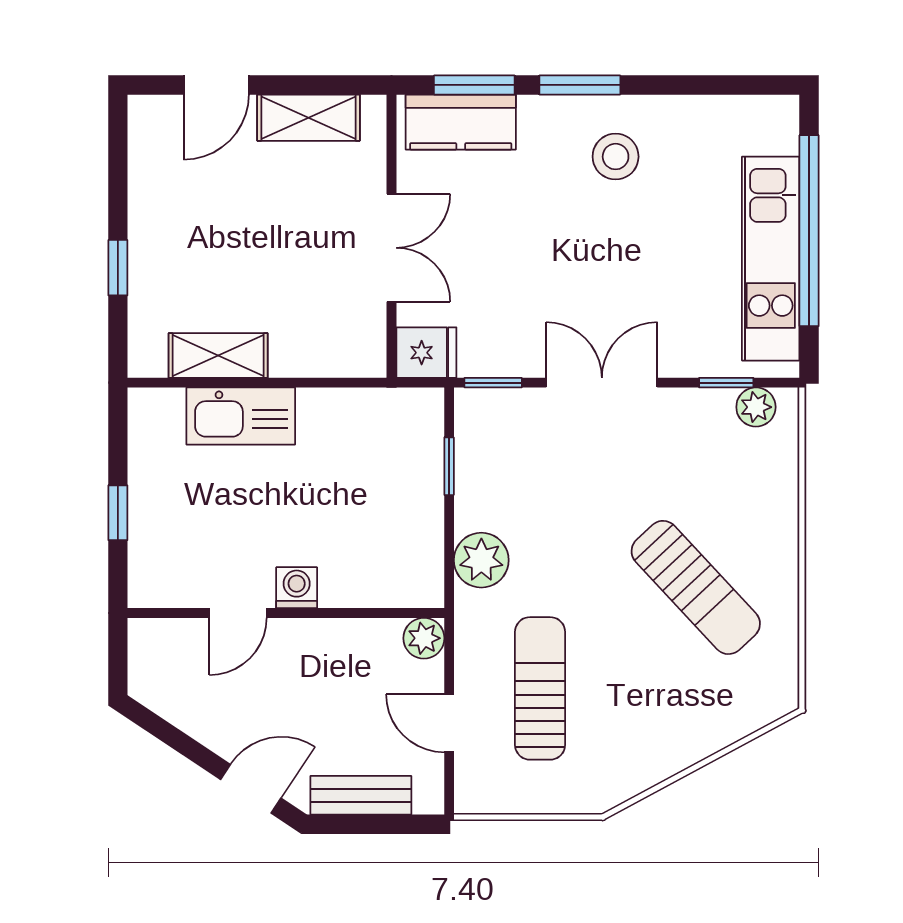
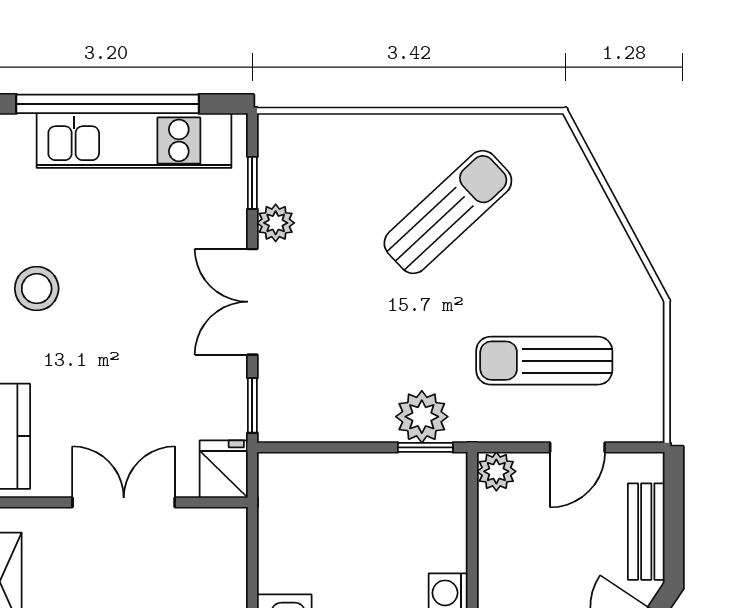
plant: (756, 407) -> (276, 223), moved
window: (449, 466) -> (425, 447), moved

